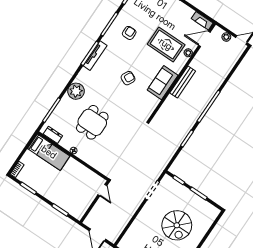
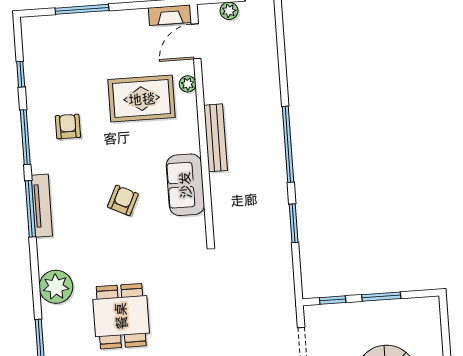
sofa: (163, 83) -> (185, 185), moved

